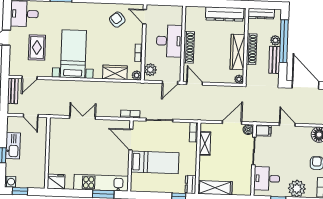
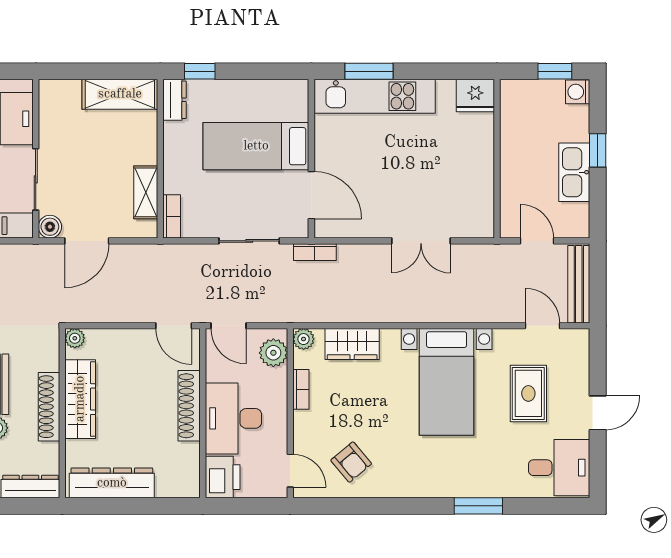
printer: (175, 15) -> (223, 477), added
door: (30, 78) -> (543, 326), hinge flipped
door: (170, 82) -> (229, 326), swing flipped
bench: (13, 91) -> (579, 284), width x1.36

